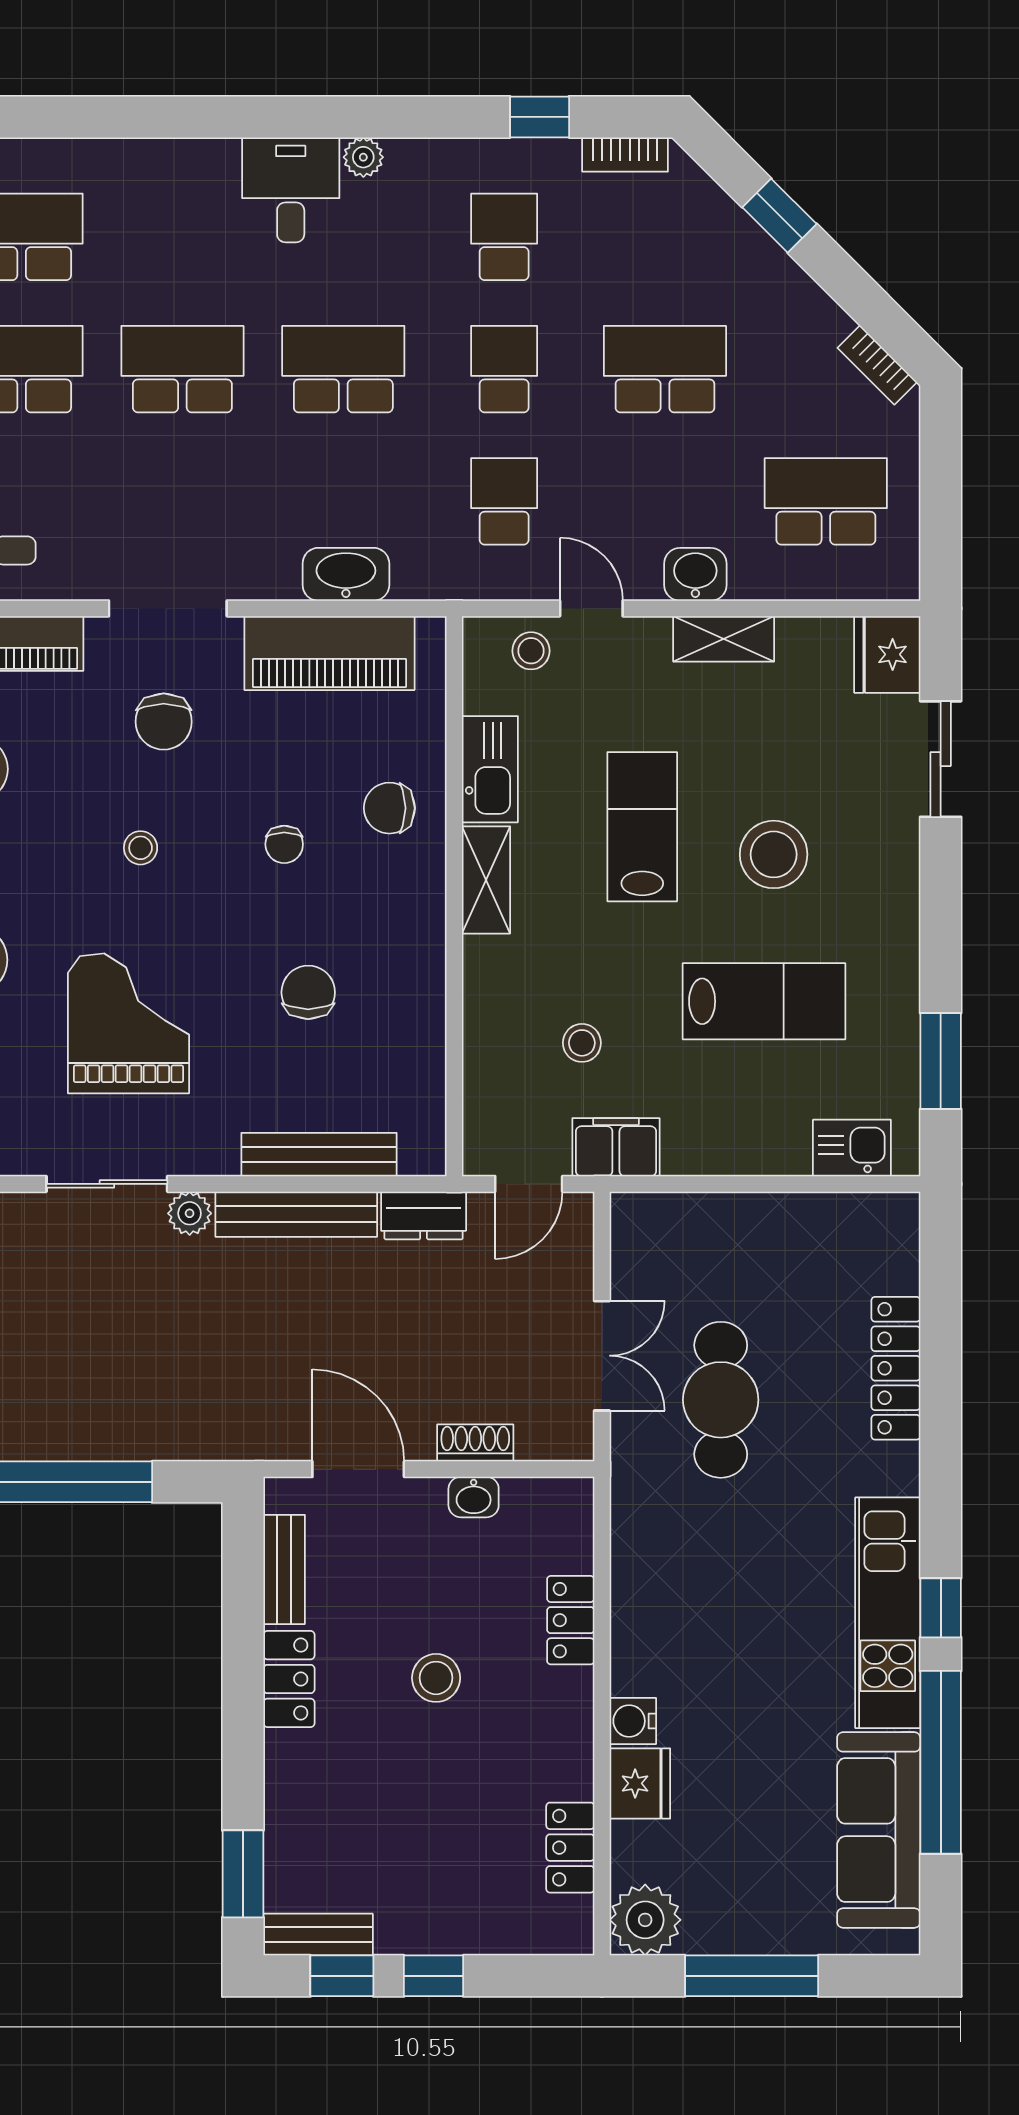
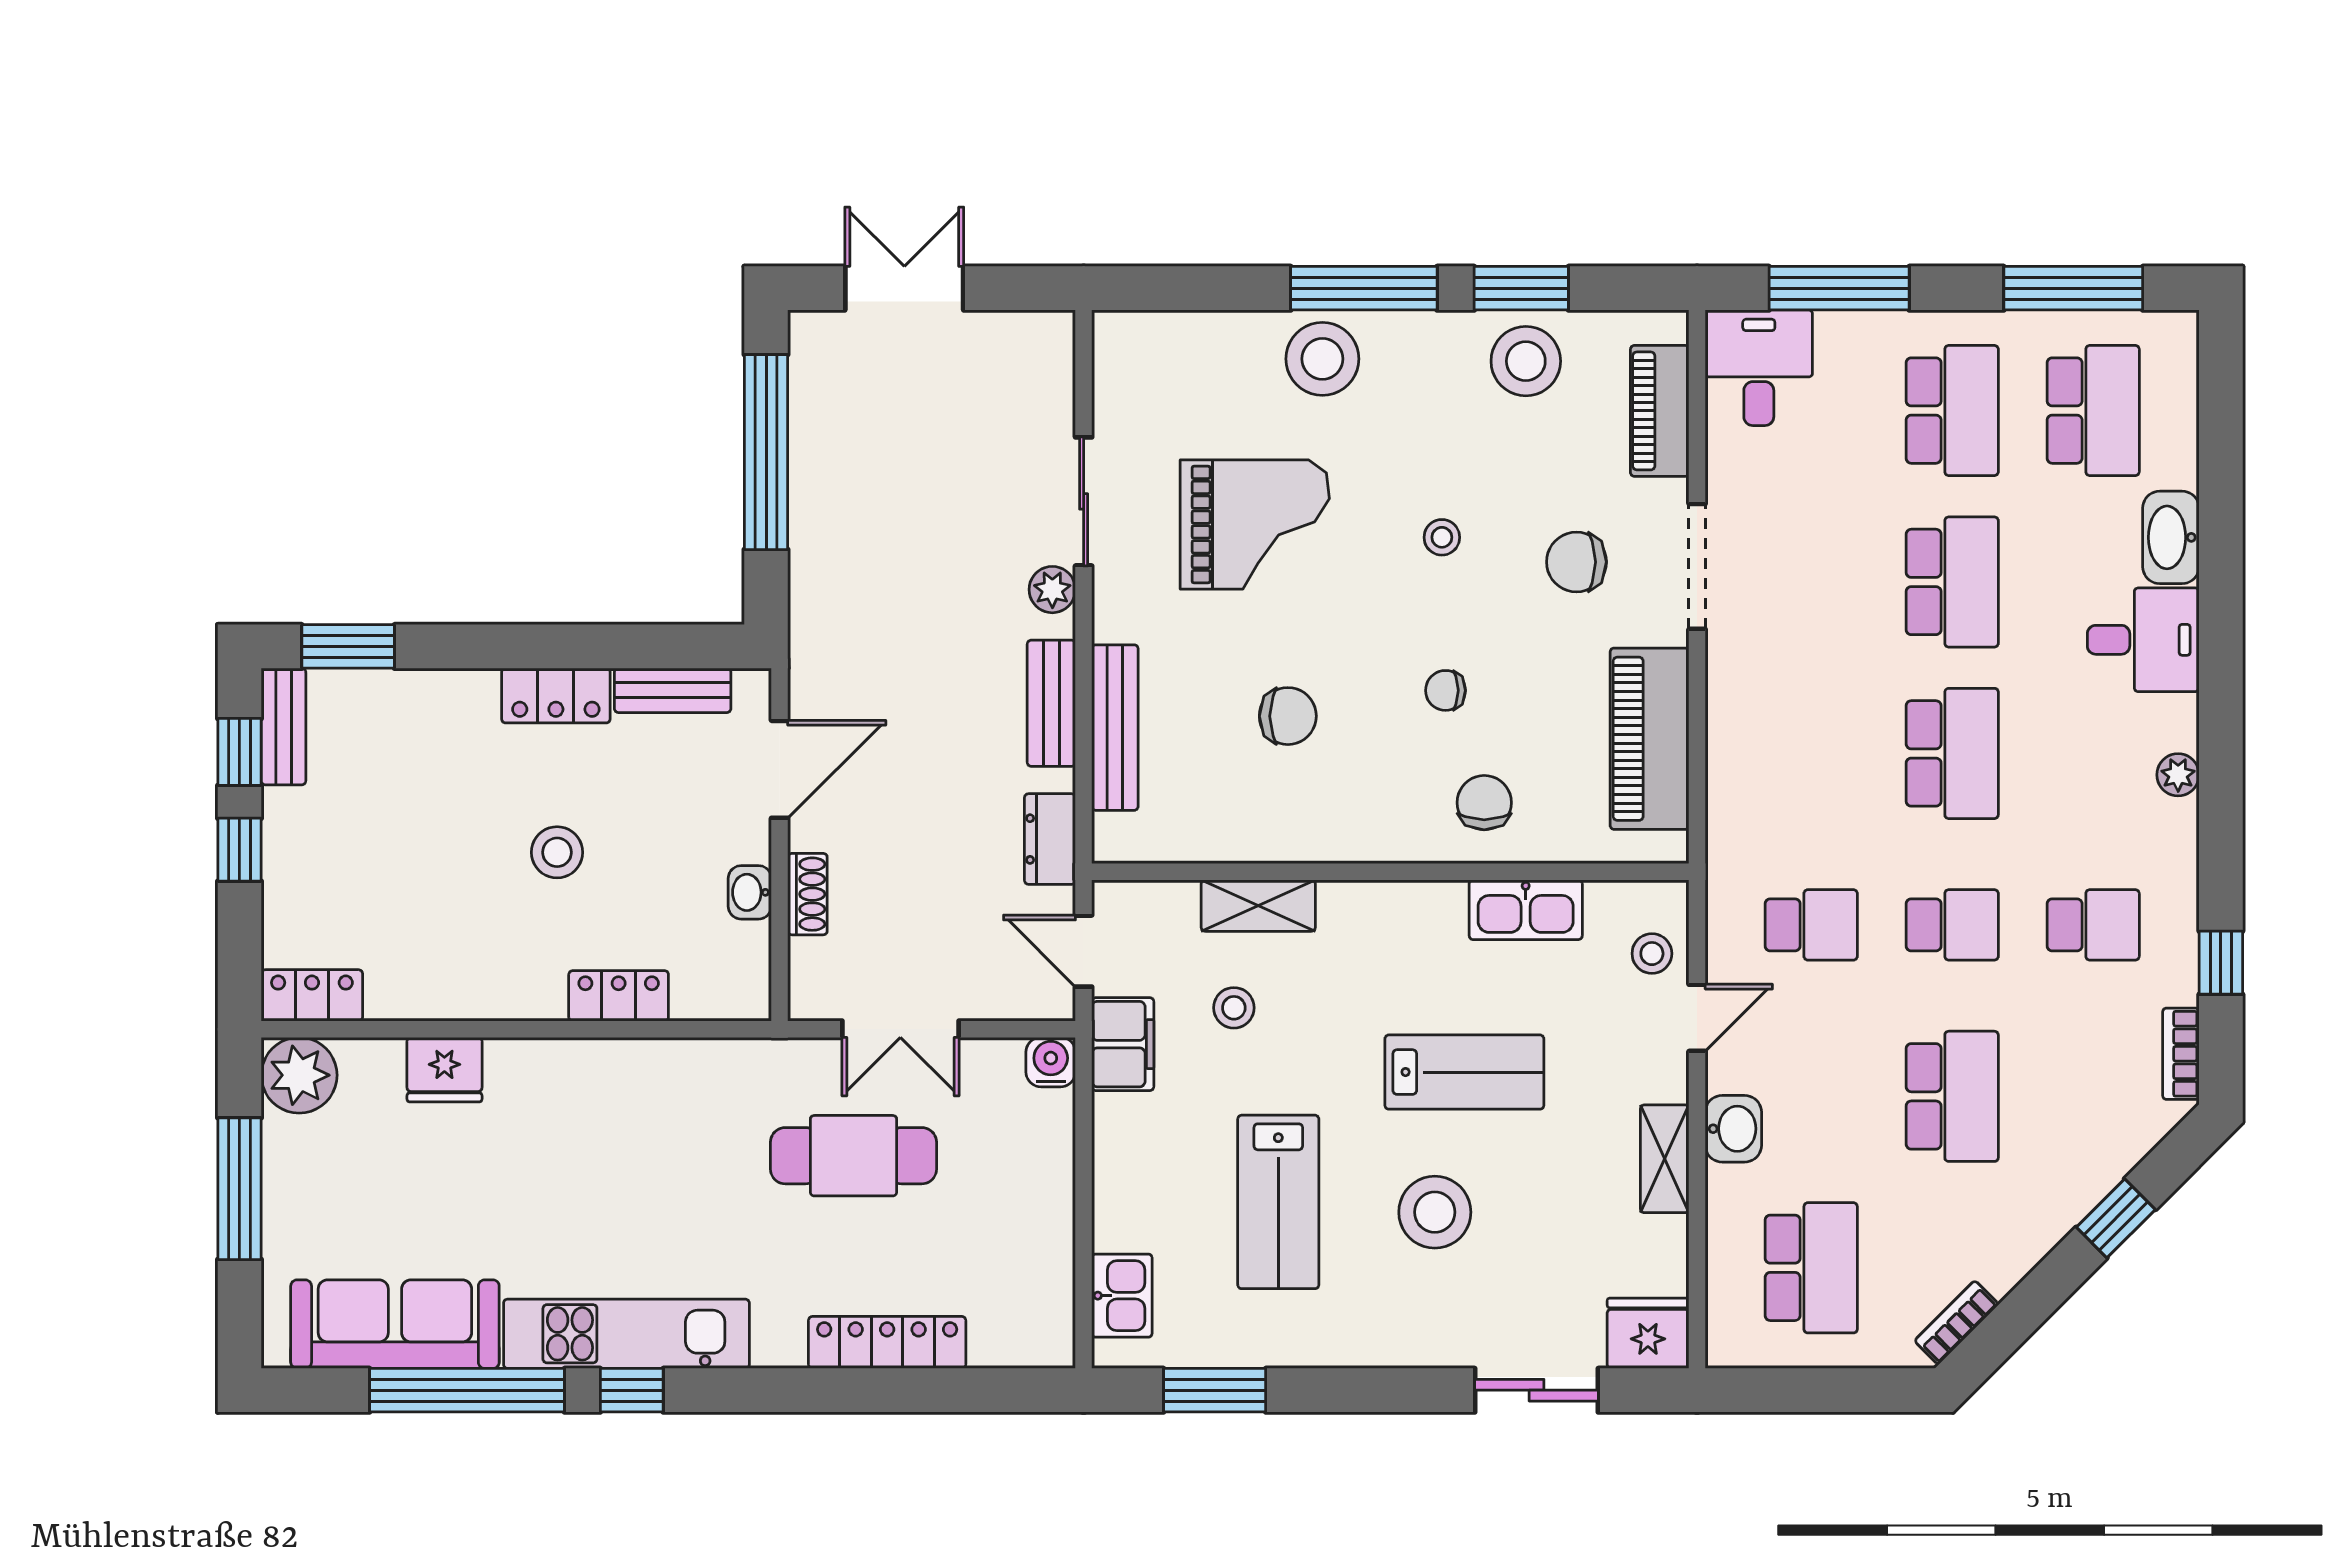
desk: (291, 190) -> (2143, 640), moved
washbasin: (346, 574) -> (2171, 537), moved, turned 180
shelving: (486, 880) -> (1258, 906), moved
bench: (296, 1214) -> (1051, 703), width x0.73
water cooler: (633, 1721) -> (1051, 1062), moved
locker: (570, 1848) -> (312, 995), moved

